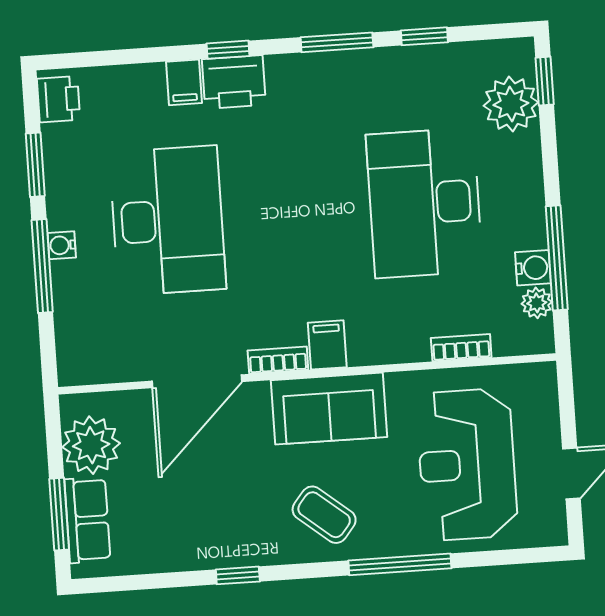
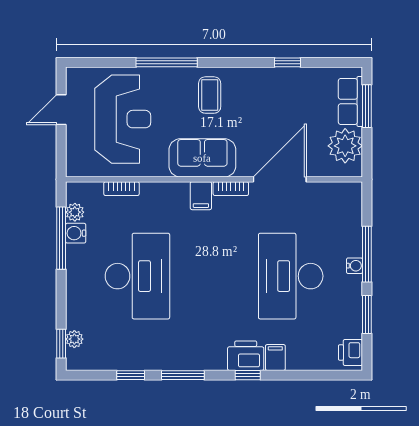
plant: (511, 104) -> (74, 339), width x0.53, depth x0.53
coffee table: (324, 515) -> (210, 95), turned 51
window: (238, 575) -> (288, 62), moved

